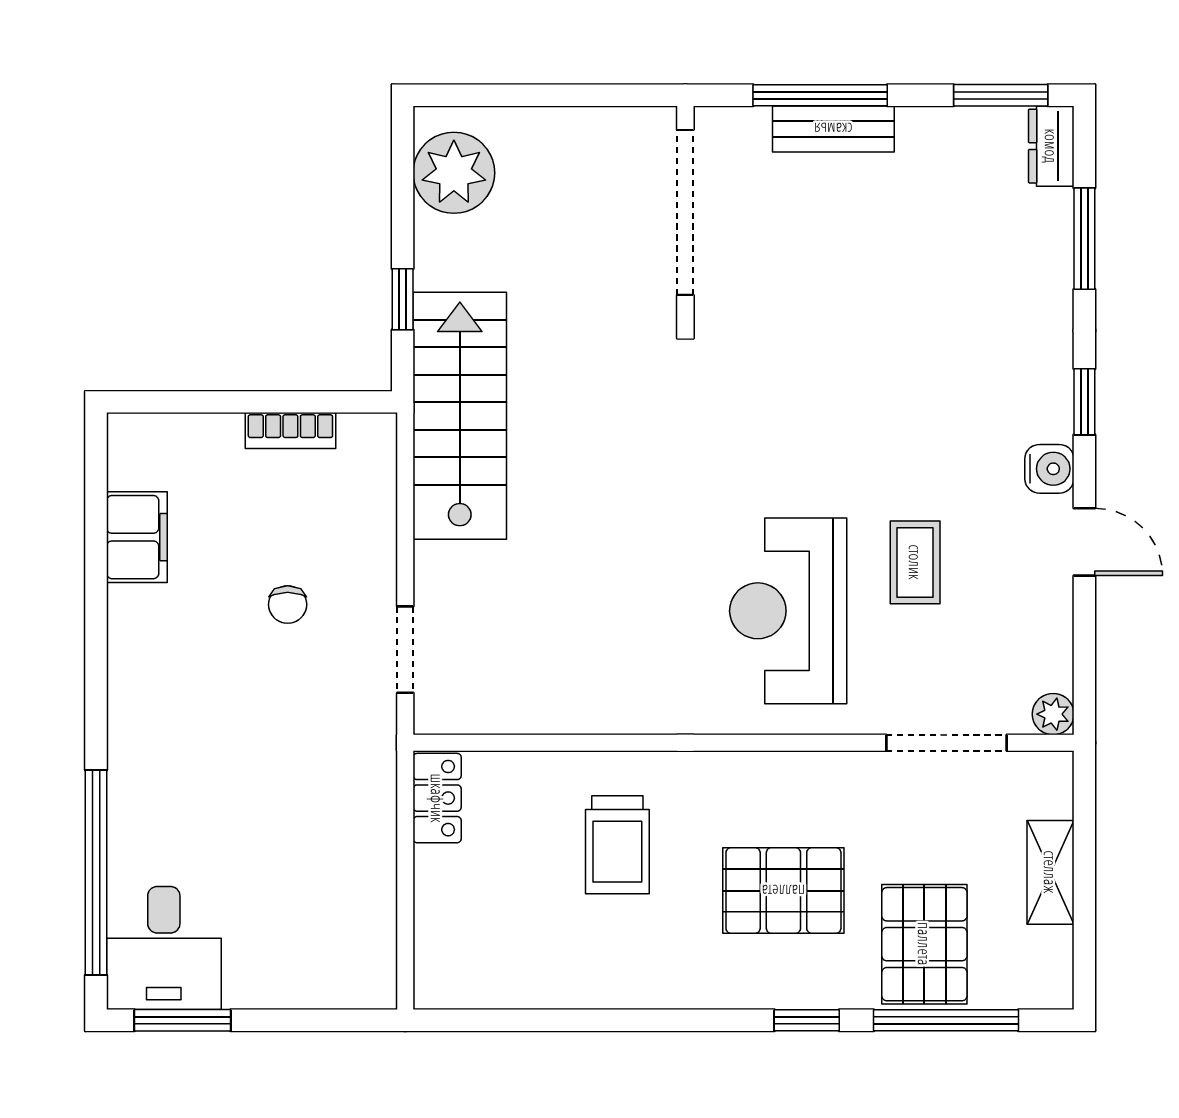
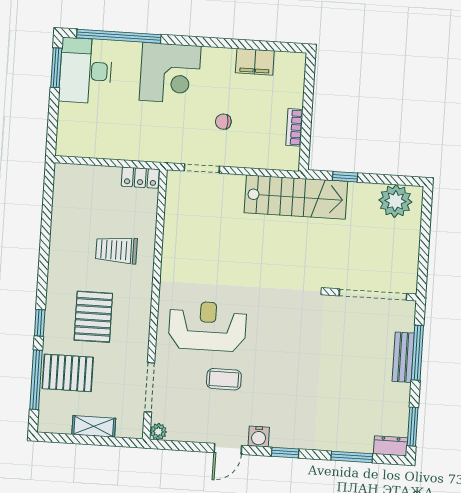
corner desk: (178, 742) -> (170, 73), added
desk: (164, 948) -> (86, 71), width x1.37

